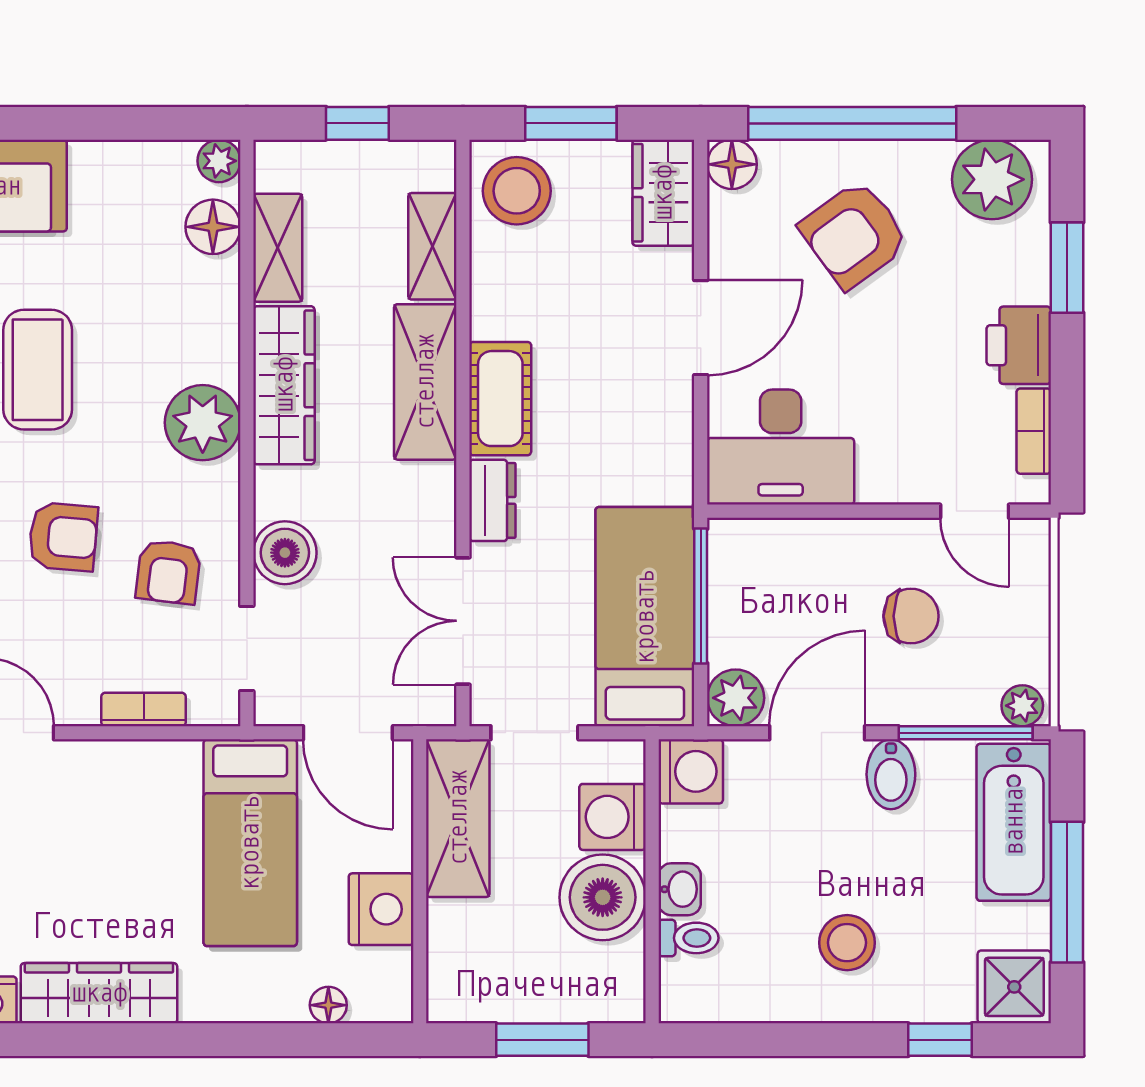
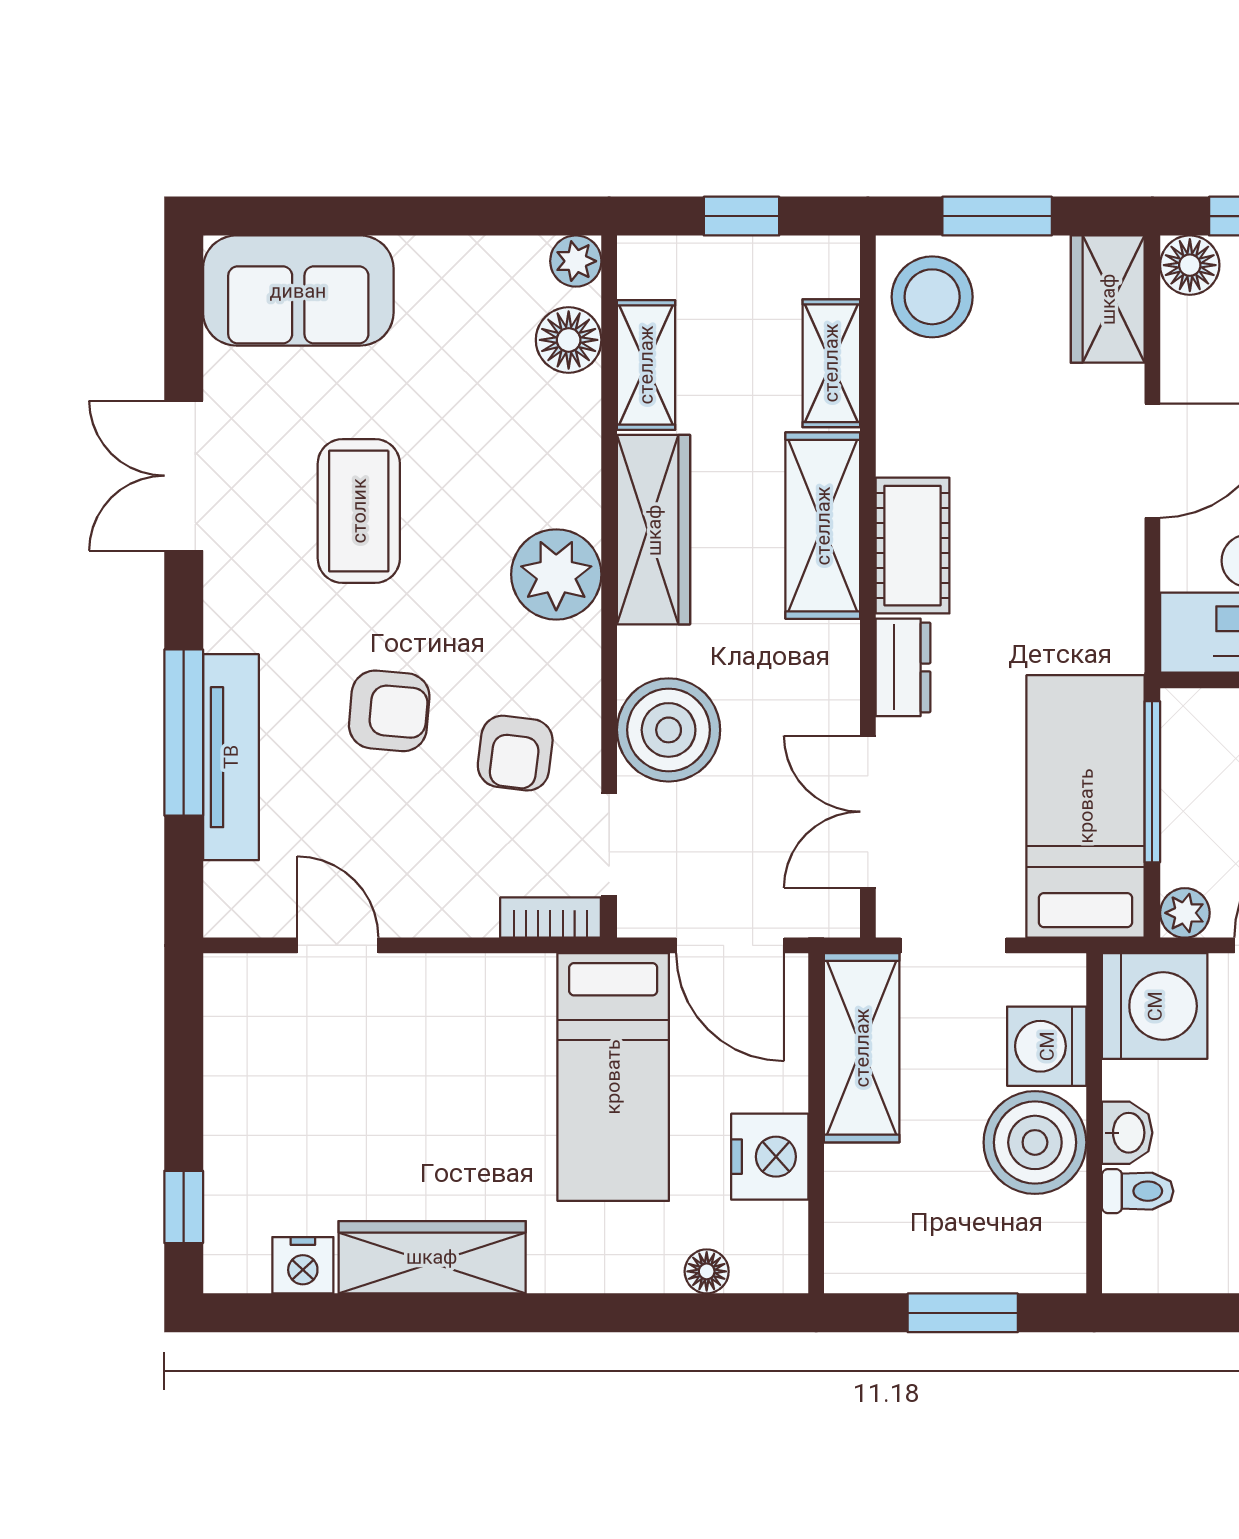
boiler: (285, 553) -> (669, 730), width x1.37, depth x1.37
plant: (736, 698) -> (1185, 913), width x0.73, depth x0.73
bookcase: (144, 709) -> (550, 918), moved
washing machine: (691, 771) -> (1155, 1006), width x1.37, depth x1.37

